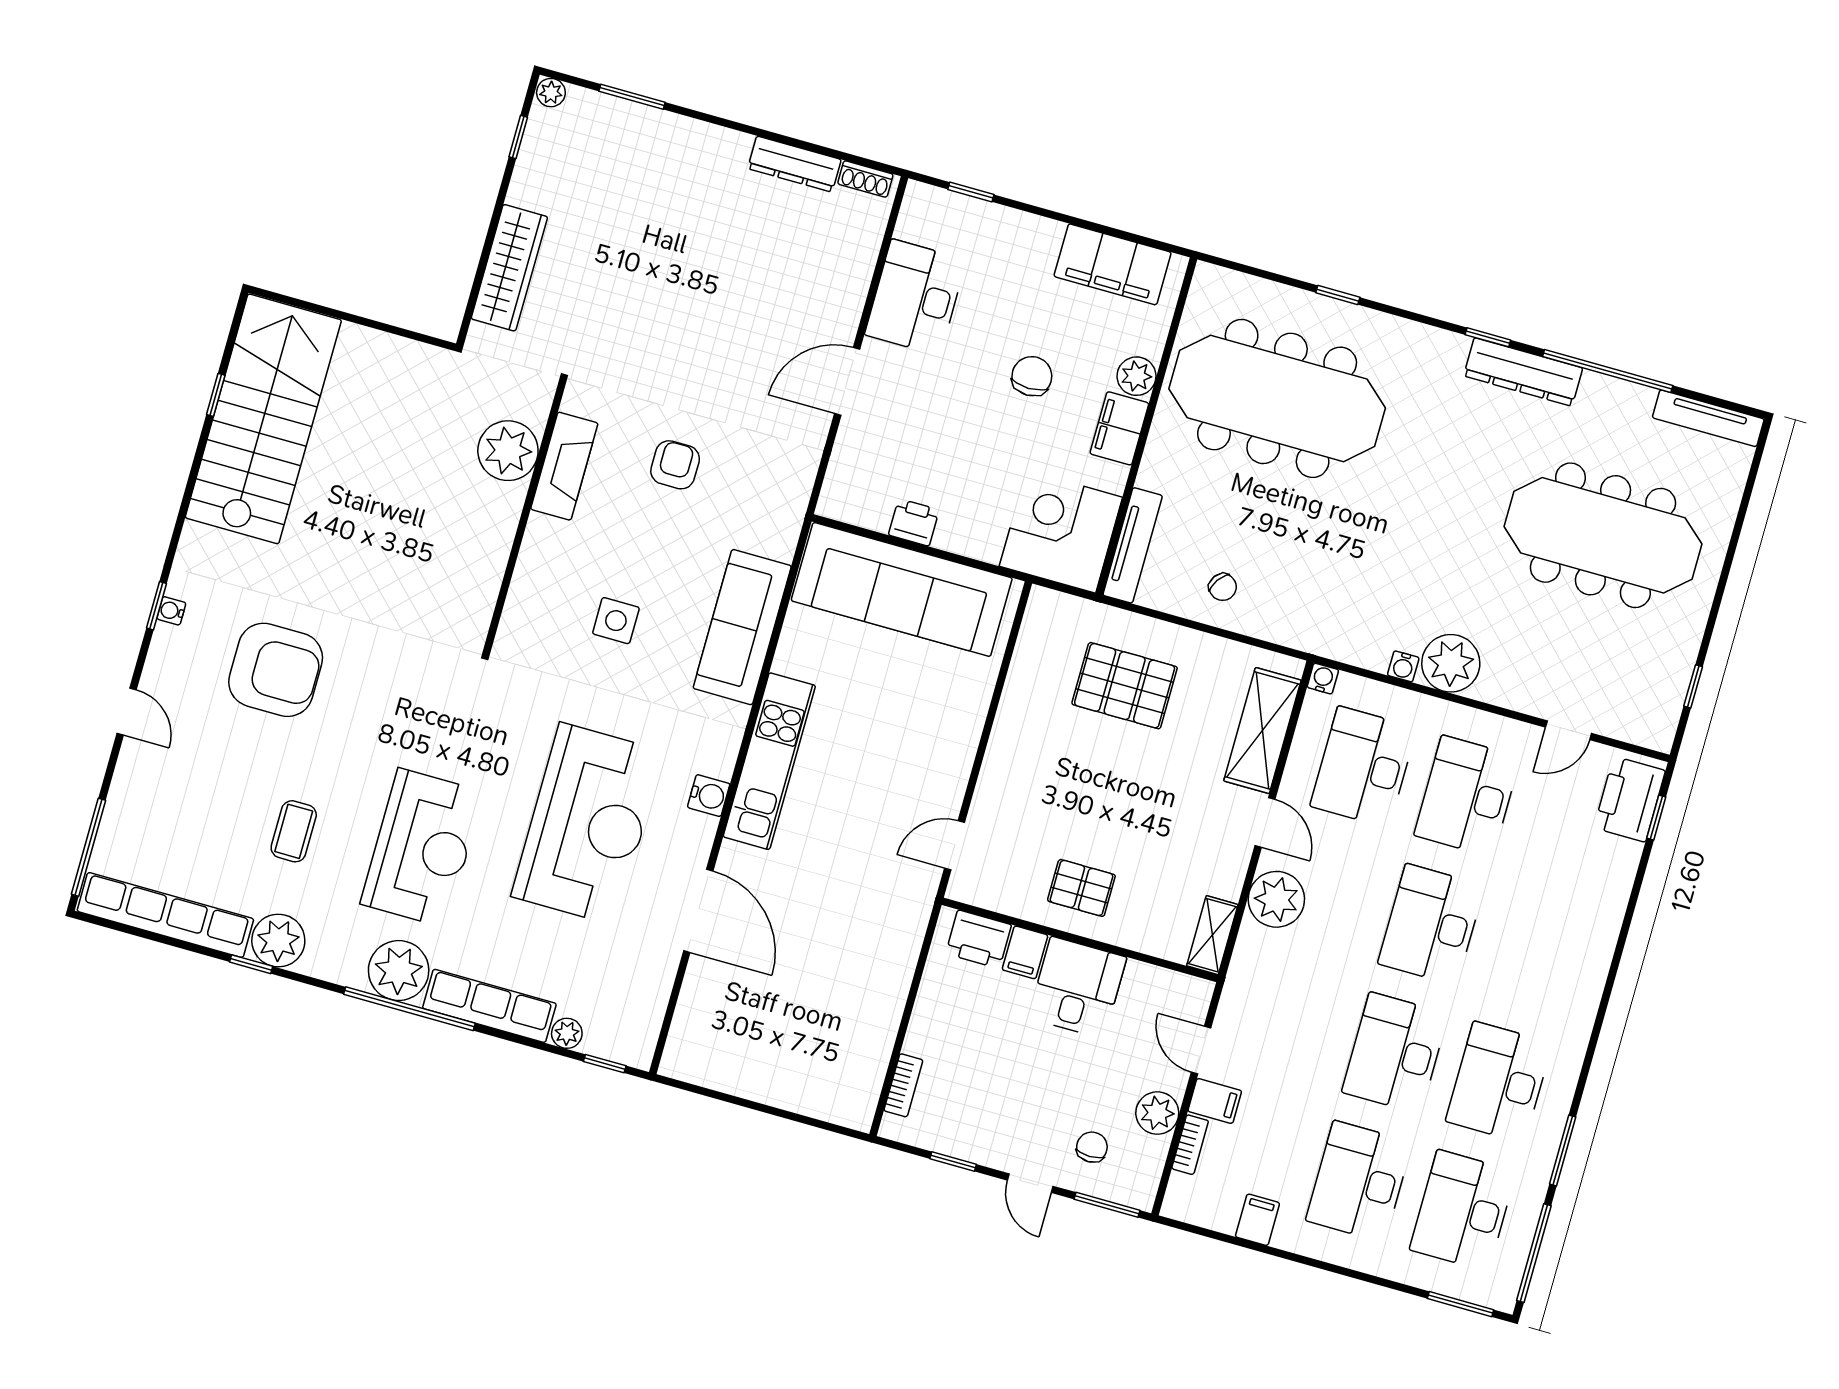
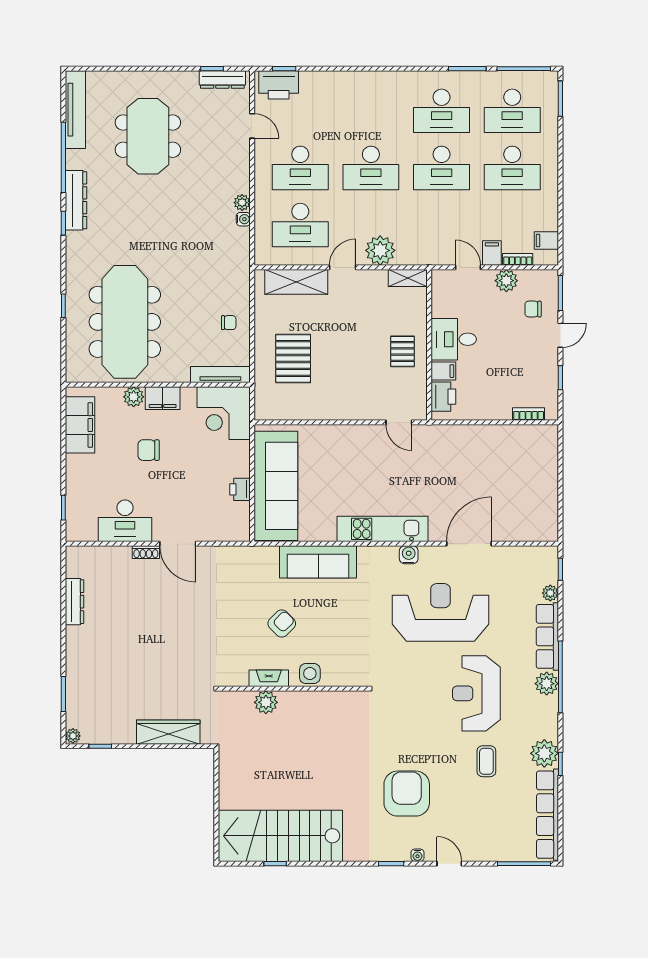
shoe rack: (865, 179) -> (146, 552), moved, turned 90
tv unit: (1708, 418) -> (75, 110), width x1.36, depth x1.29
plant: (508, 451) -> (266, 702), width x0.73, depth x0.73
armchair: (675, 465) -> (282, 624), moved, turned 135
fireplace: (564, 466) -> (269, 678), width x0.73, depth x0.76
meeting table: (1603, 535) -> (148, 136), width x0.73
chair: (1223, 587) -> (229, 323), turned 55
water cooler: (171, 611) -> (417, 855), moved
side table: (616, 621) -> (310, 674), moved
plant: (1451, 663) -> (242, 203), width x0.53, depth x0.53
water cooler: (1323, 679) -> (261, 258), removed
dresser: (1668, 700) -> (222, 79), added
door: (127, 712) -> (449, 864), hinge flipped
coffee table: (294, 831) -> (486, 761), turned 90
reception desk: (422, 848) -> (476, 693), turned -90
plant: (399, 971) -> (547, 684), width x0.73, depth x0.73
door: (1201, 1050) -> (468, 267), swing flipped
filing cabinet: (1257, 1220) -> (546, 240), moved

